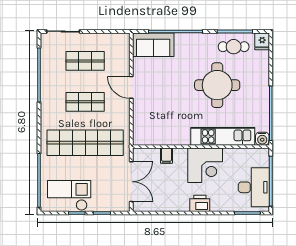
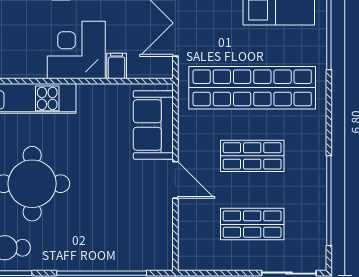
sofa: (153, 45) -> (153, 125), moved, turned -90
corner desk: (205, 165) -> (76, 50), moved

